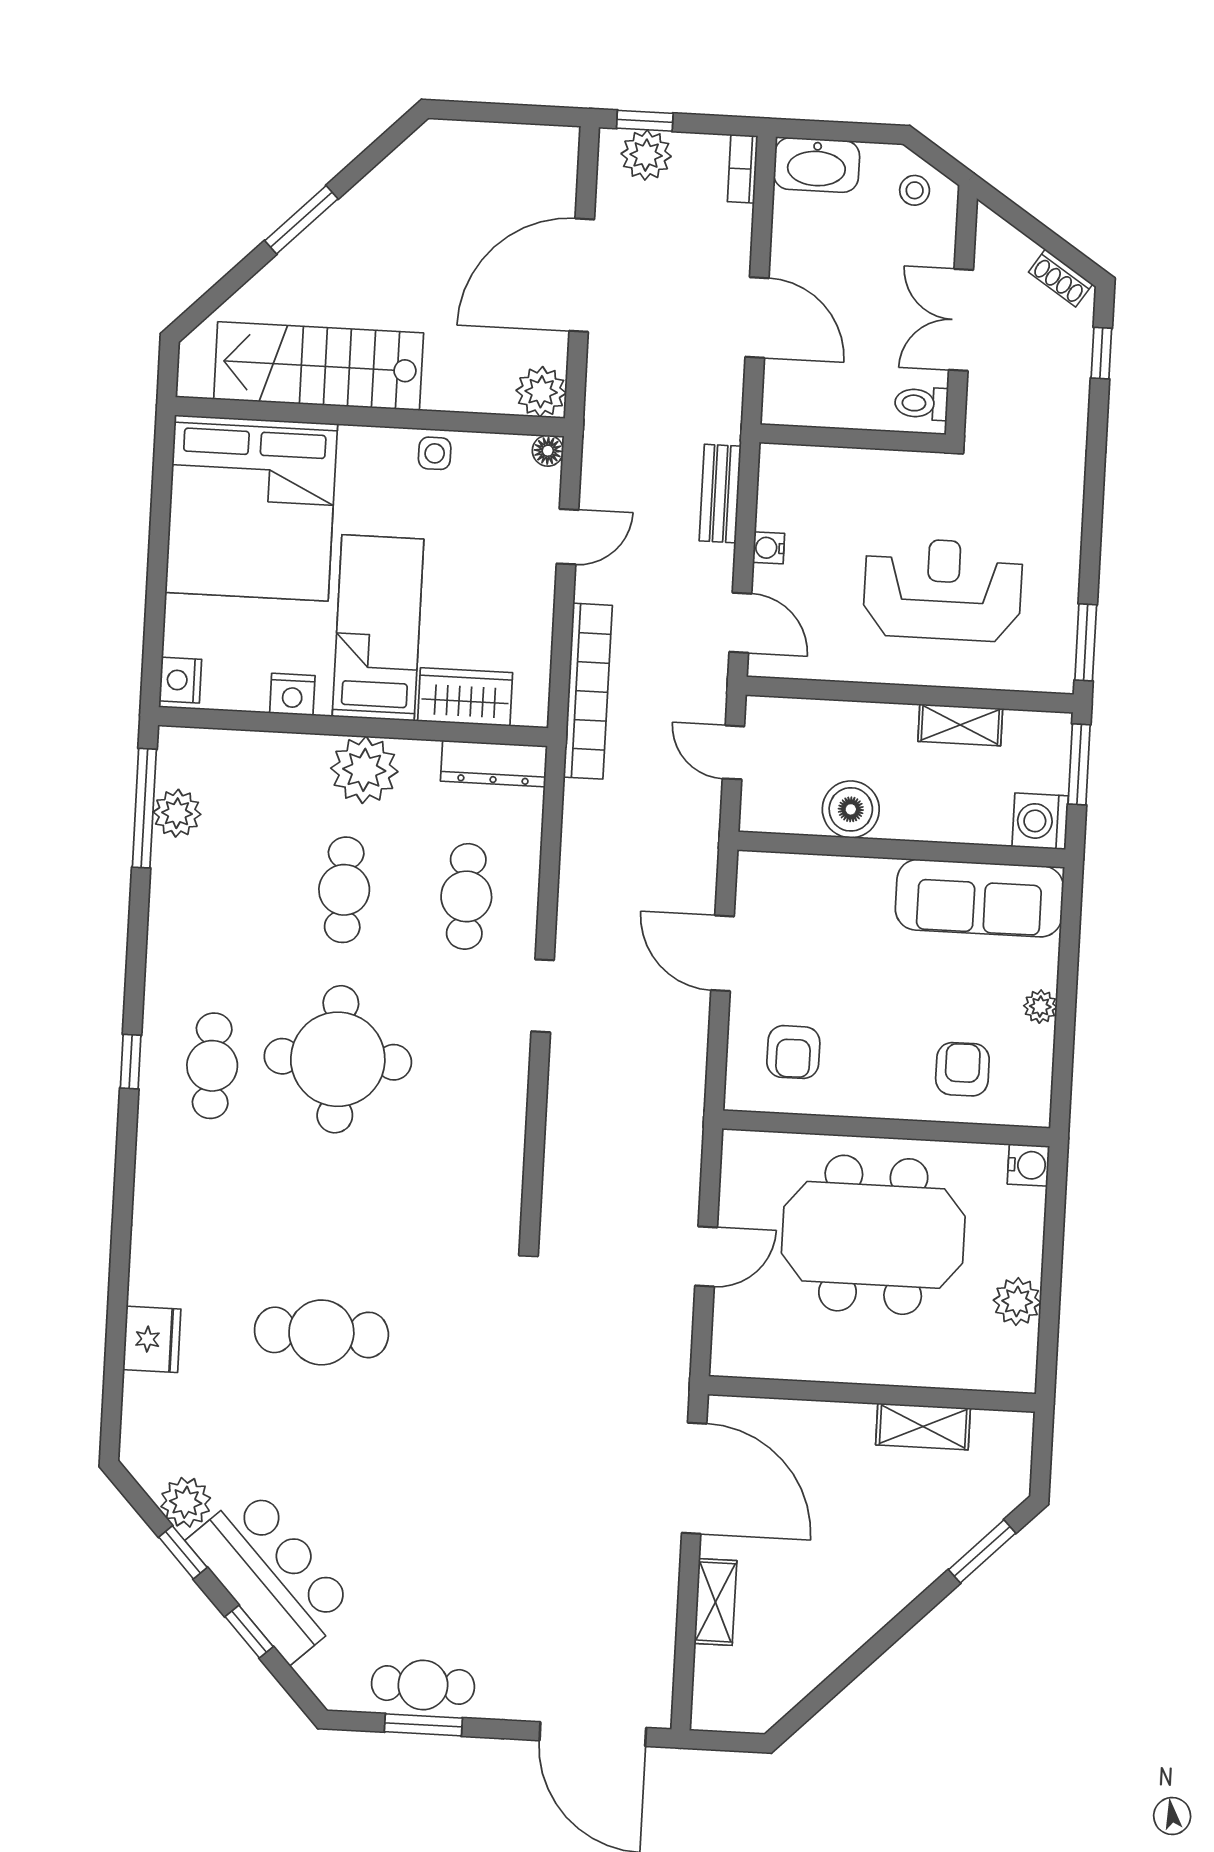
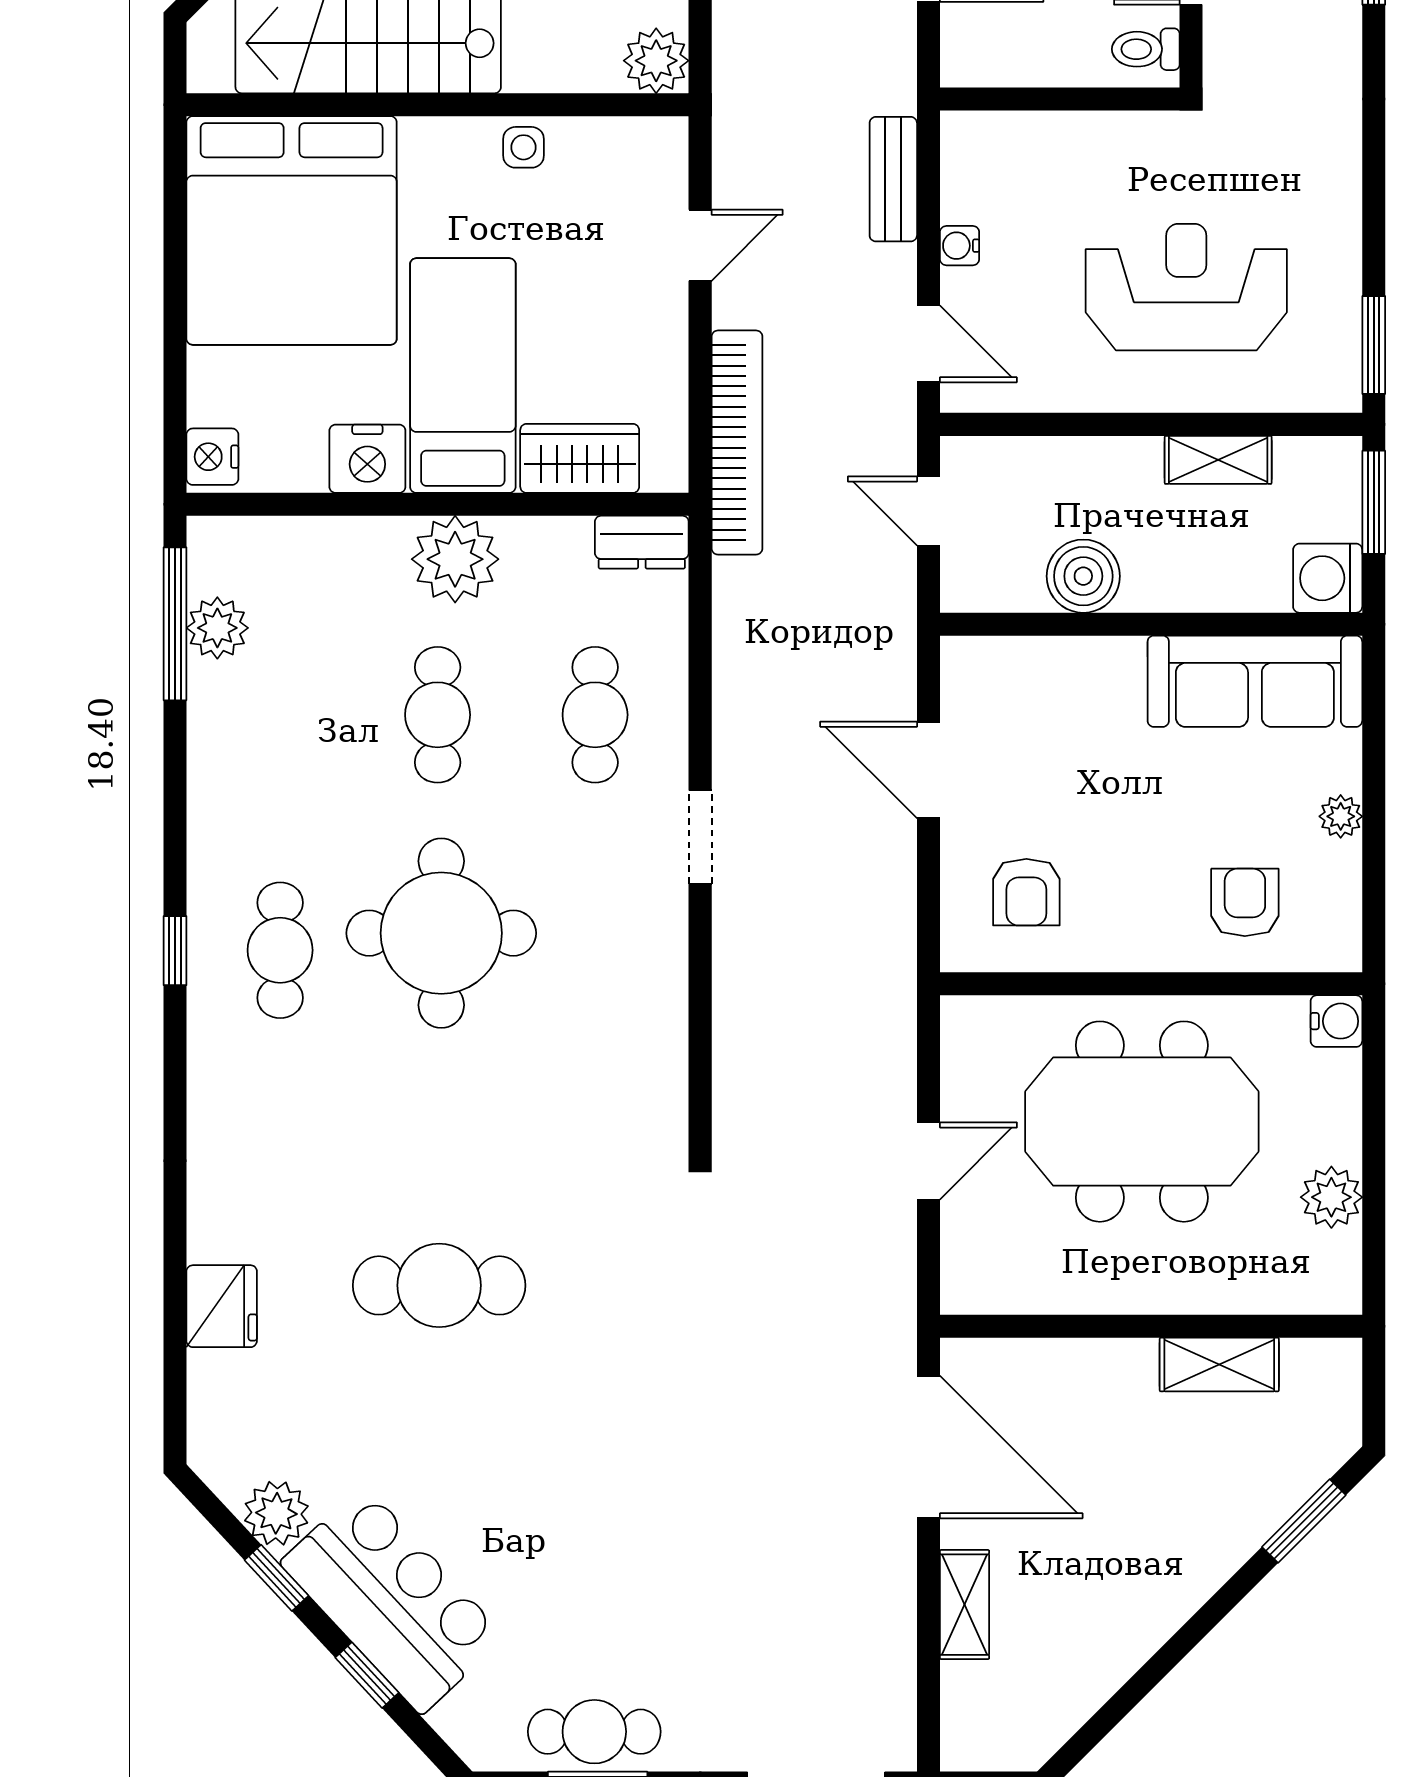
floor lamp: (548, 451) -> (669, 136), removed
nightstand: (292, 694) -> (367, 459), width x1.36, depth x1.33
dresser: (494, 764) -> (642, 542), width x0.70

